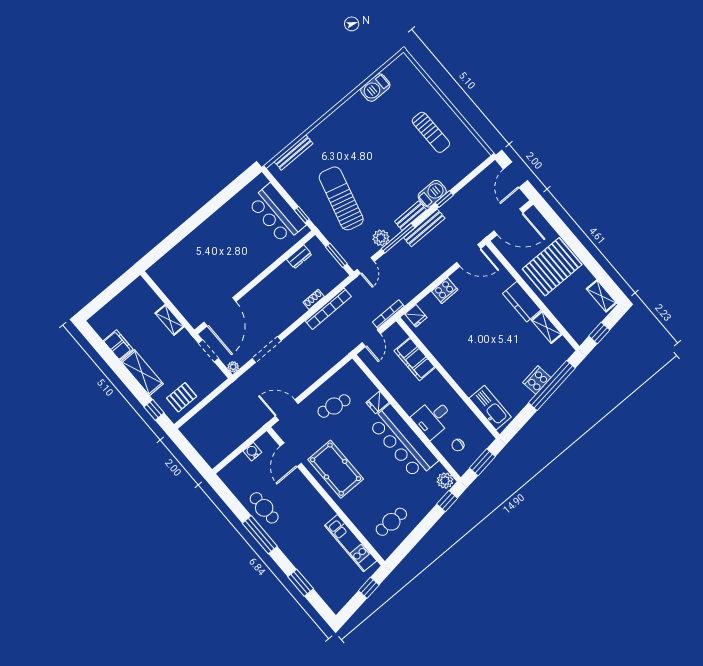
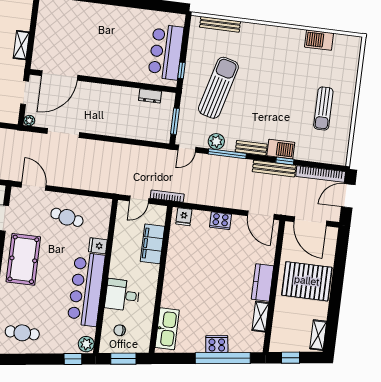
bench: (424, 228) -> (274, 169), moved
shoe rack: (314, 299) -> (129, 134), removed
bookcase: (328, 309) -> (321, 174), moved

